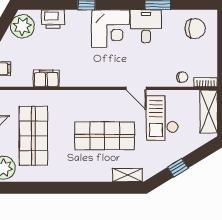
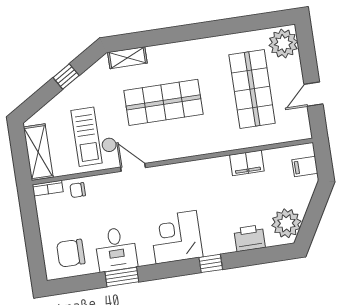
desk: (146, 26) -> (116, 249), moved
checkout: (162, 118) -> (95, 136), turned 180

